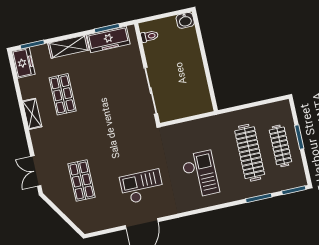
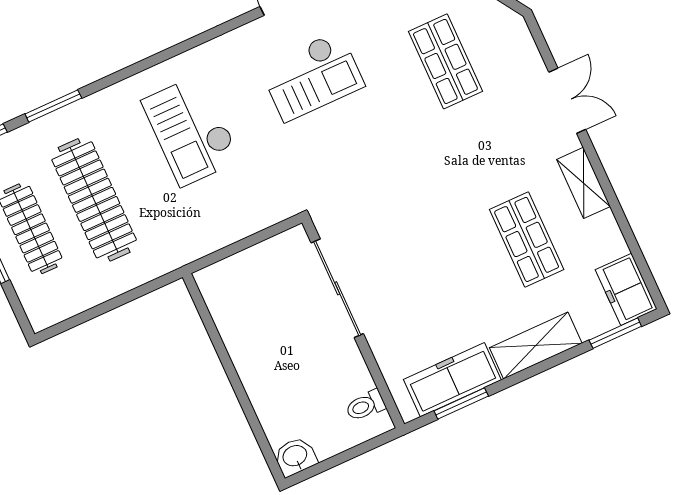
double door: (36, 171) -> (567, 101), moved

